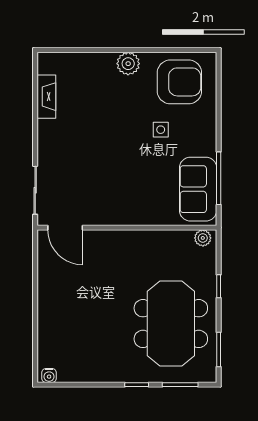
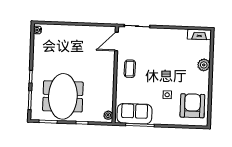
plant: (128, 64) -> (204, 65), moved
armchair: (179, 82) -> (192, 106), turned 180
fireplace: (46, 97) -> (199, 35), moved
coffee table: (115, 201) -> (130, 69), added
meeting table: (171, 324) -> (63, 96), turned 90

